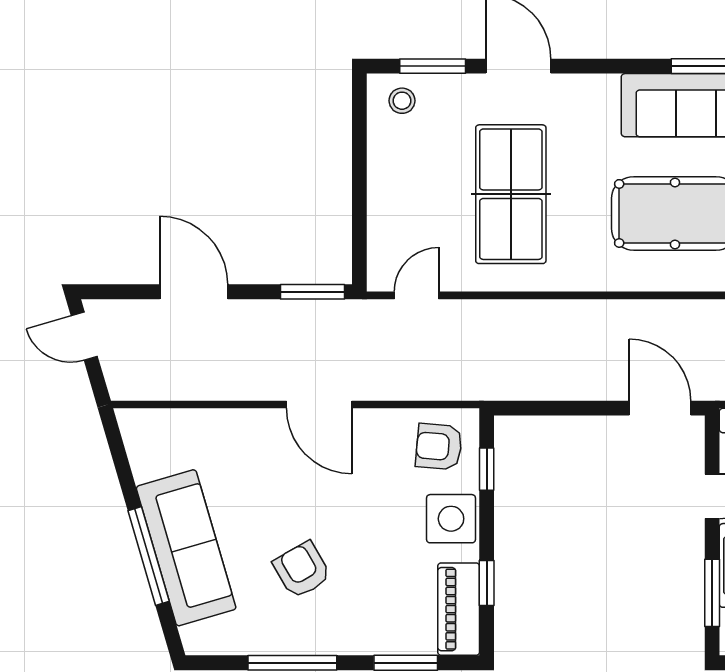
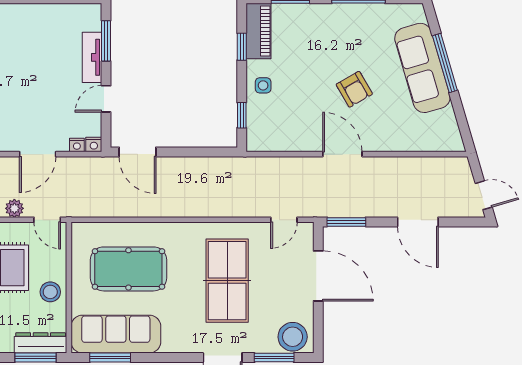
stool: (402, 101) -> (293, 337), width x1.89, depth x1.89
door: (359, 202) -> (318, 276), added
armchair: (439, 447) -> (270, 129), removed
side table: (451, 519) -> (263, 85), width x0.54, depth x0.54
armchair: (302, 570) -> (354, 89), moved

